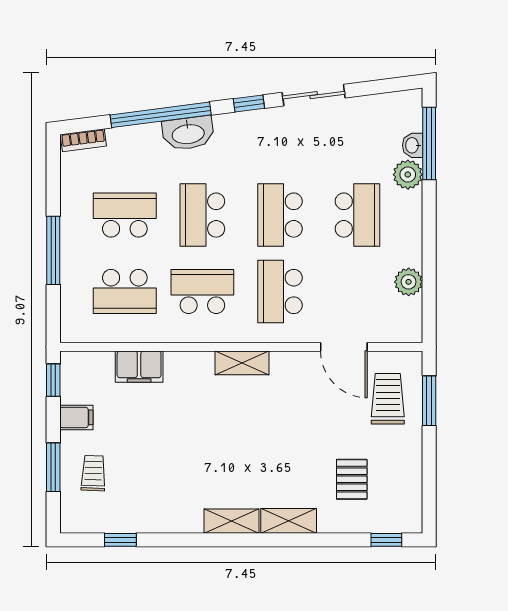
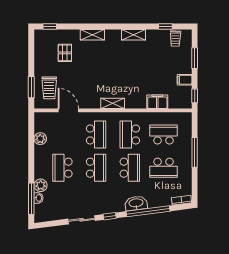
school desk: (202, 291) -> (130, 134), turned 90
trolley: (93, 473) -> (175, 39), moved
shelving: (231, 521) -> (133, 35), moved

